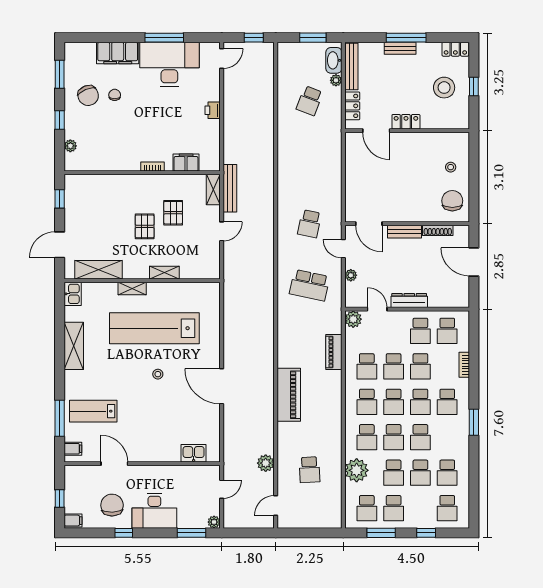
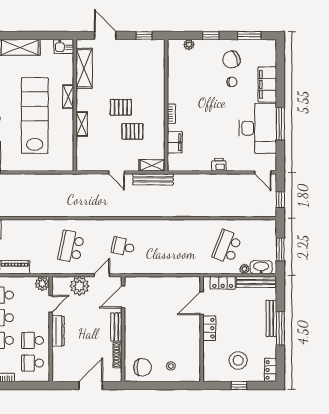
bench: (400, 48) -> (271, 318), width x1.36
school desk: (310, 101) -> (227, 247), width x1.85
plant: (351, 275) -> (80, 286), width x1.88, depth x1.88

